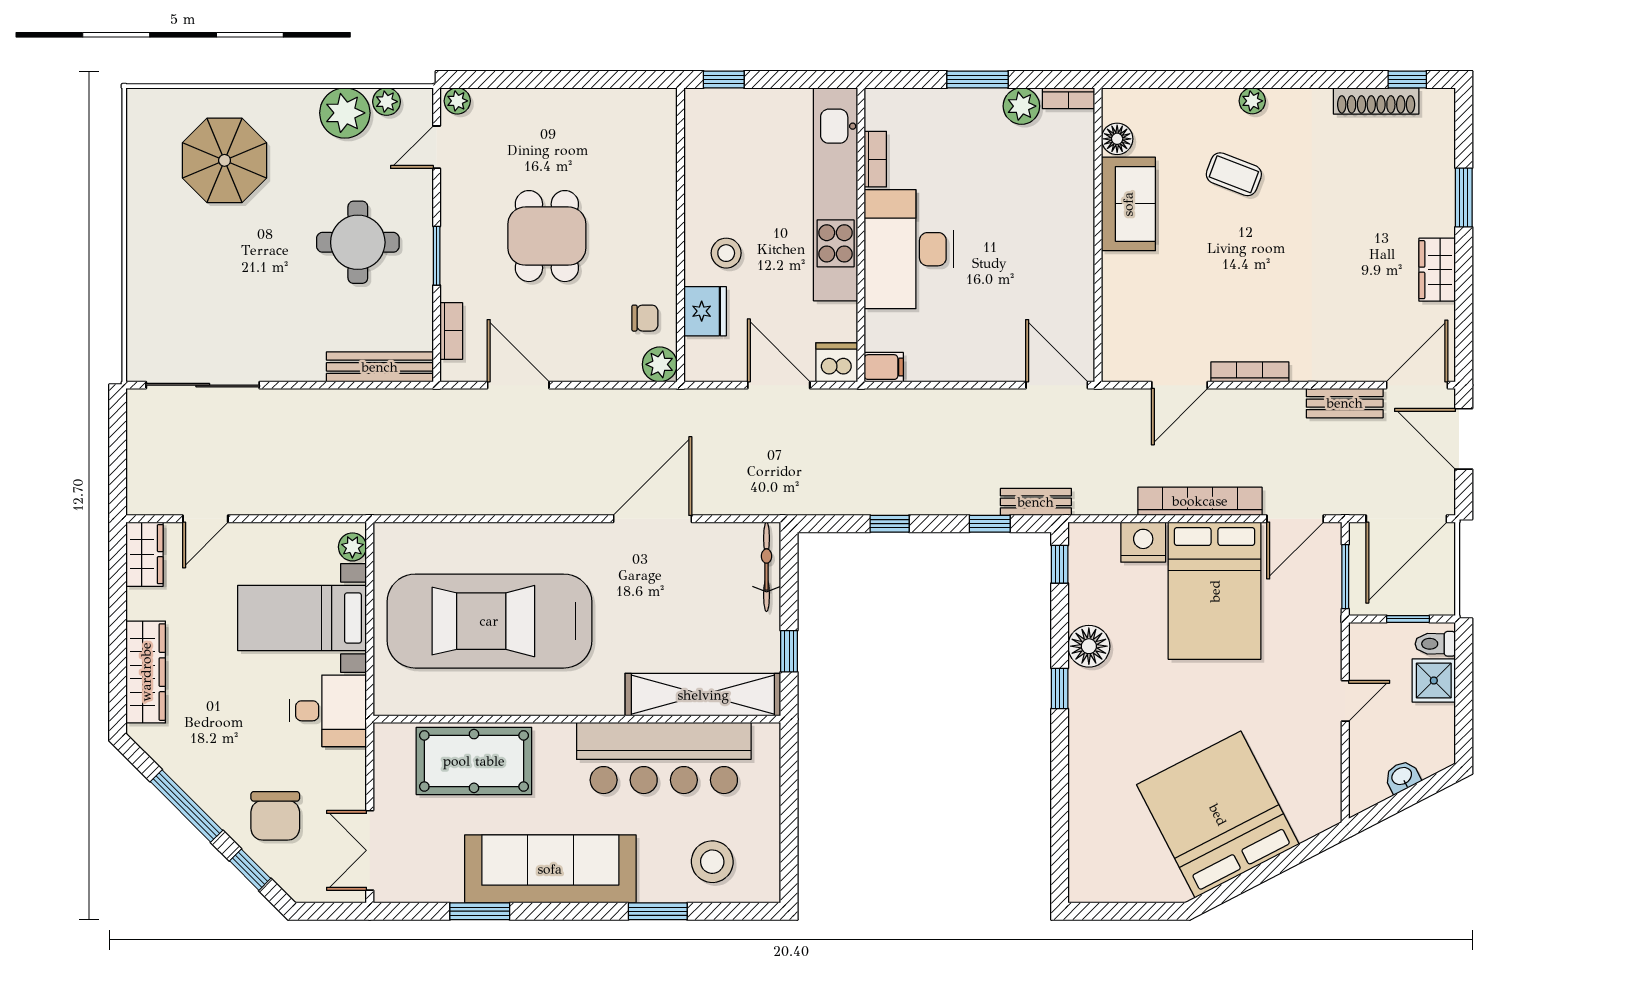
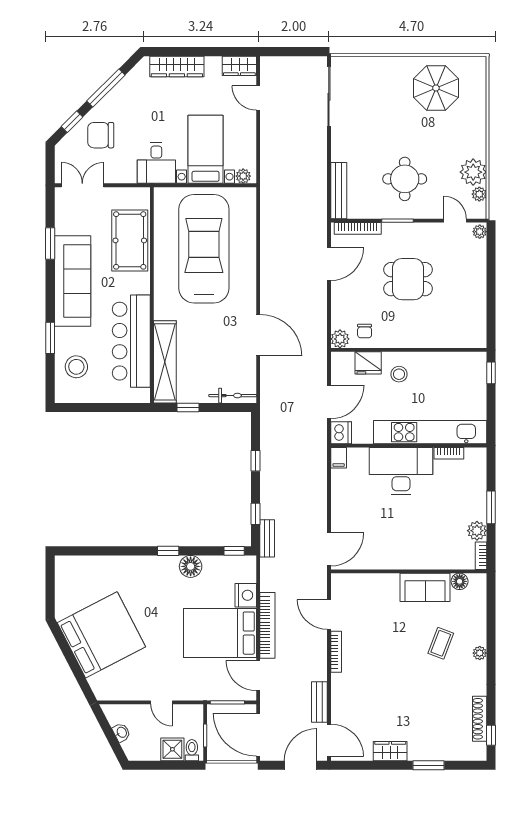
parasol: (225, 160) -> (436, 88), moved
bookcase: (451, 331) -> (358, 228), width x1.56

